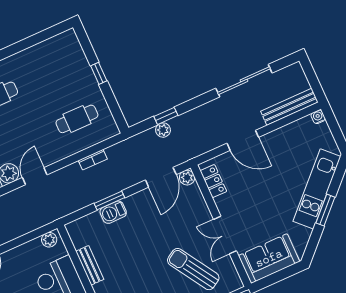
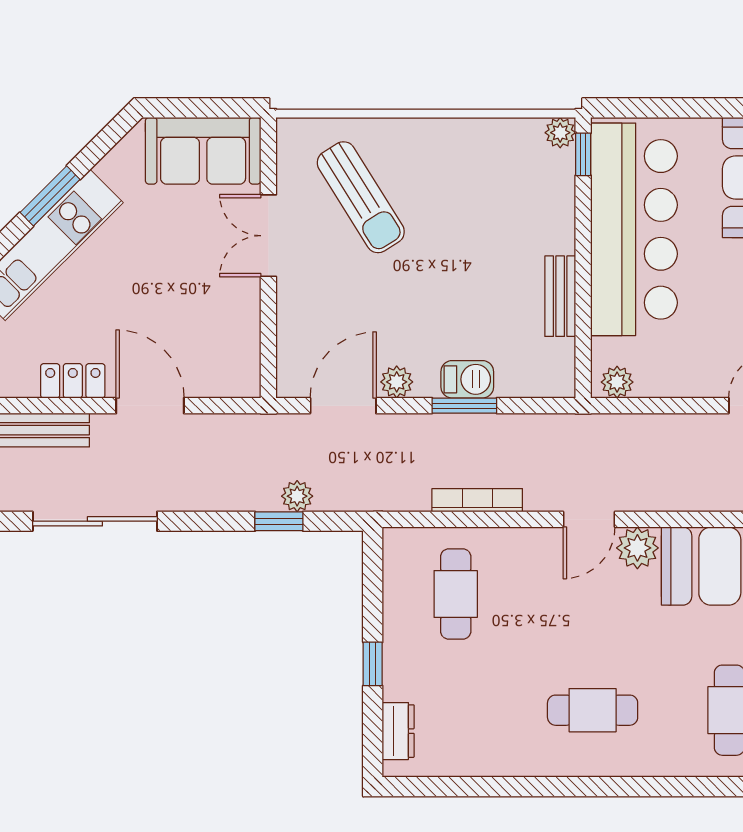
dresser: (75, 50) -> (398, 731), added
cafe table: (77, 119) -> (456, 594), turned 90
bookcase: (93, 160) -> (477, 500), width x1.56
plant: (187, 178) -> (397, 382), moved
locker: (213, 181) -> (73, 381), moved, turned 90
double door: (225, 235) -> (268, 236), swing flipped

